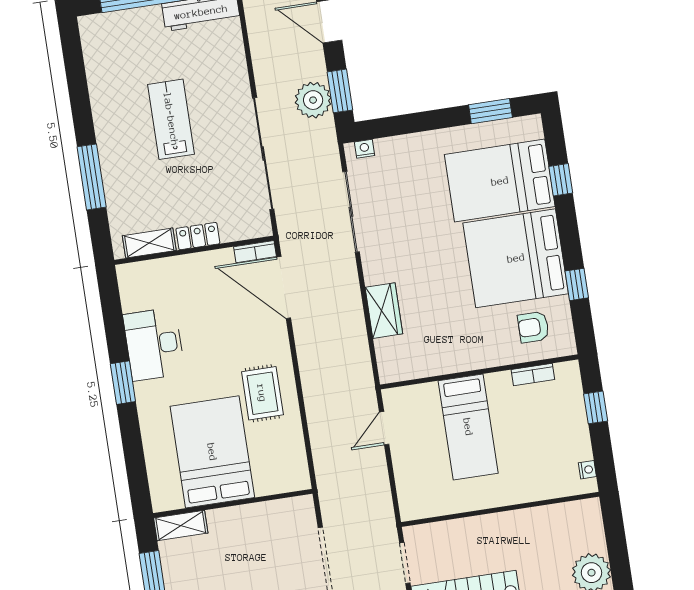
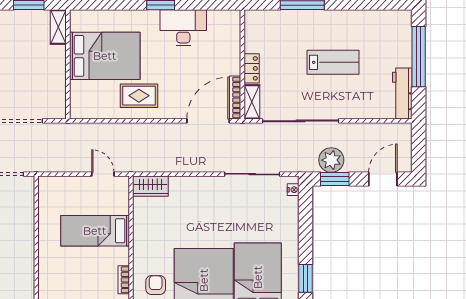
shelving: (149, 243) -> (252, 102), moved
bookcase: (255, 252) -> (235, 98), width x1.56
wardrobe: (384, 311) -> (150, 186), moved

